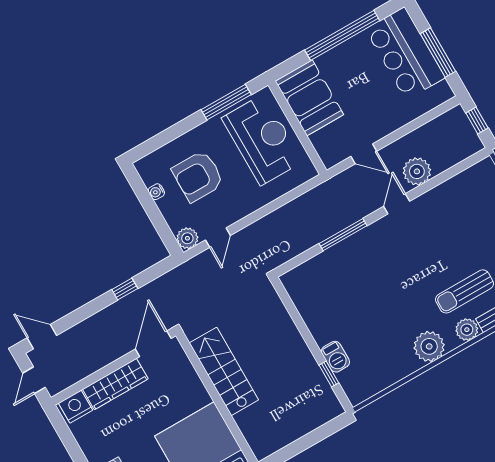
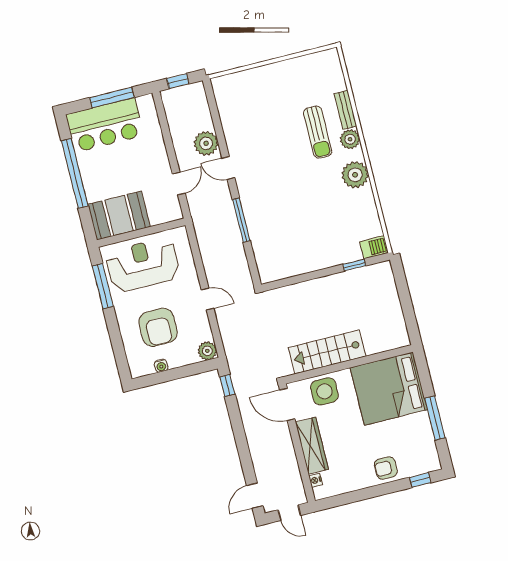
door: (218, 238) -> (208, 299), moved
window: (125, 289) -> (227, 385), moved
barbecue: (335, 357) -> (374, 247), moved
side table: (179, 381) -> (324, 391), added
nightstand: (76, 407) -> (316, 480), width x0.53, depth x0.56

